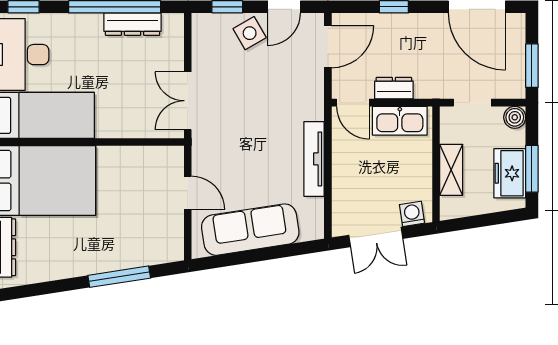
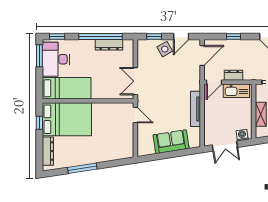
door: (353, 103) -> (214, 82), hinge flipped
door: (188, 193) -> (135, 115), moved
sofa: (250, 230) -> (171, 142), width x0.73
window: (119, 277) -> (82, 168), moved

